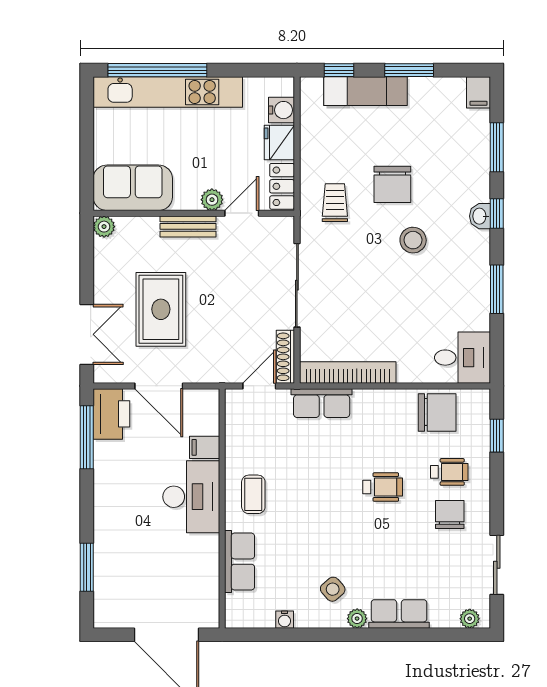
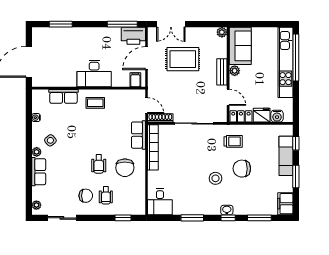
filing cabinet: (479, 92) -> (285, 204), width x2.00
plant: (212, 200) -> (235, 71), moved
chair: (437, 412) -> (125, 168), moved
filing cabinet: (205, 447) -> (135, 80), moved

